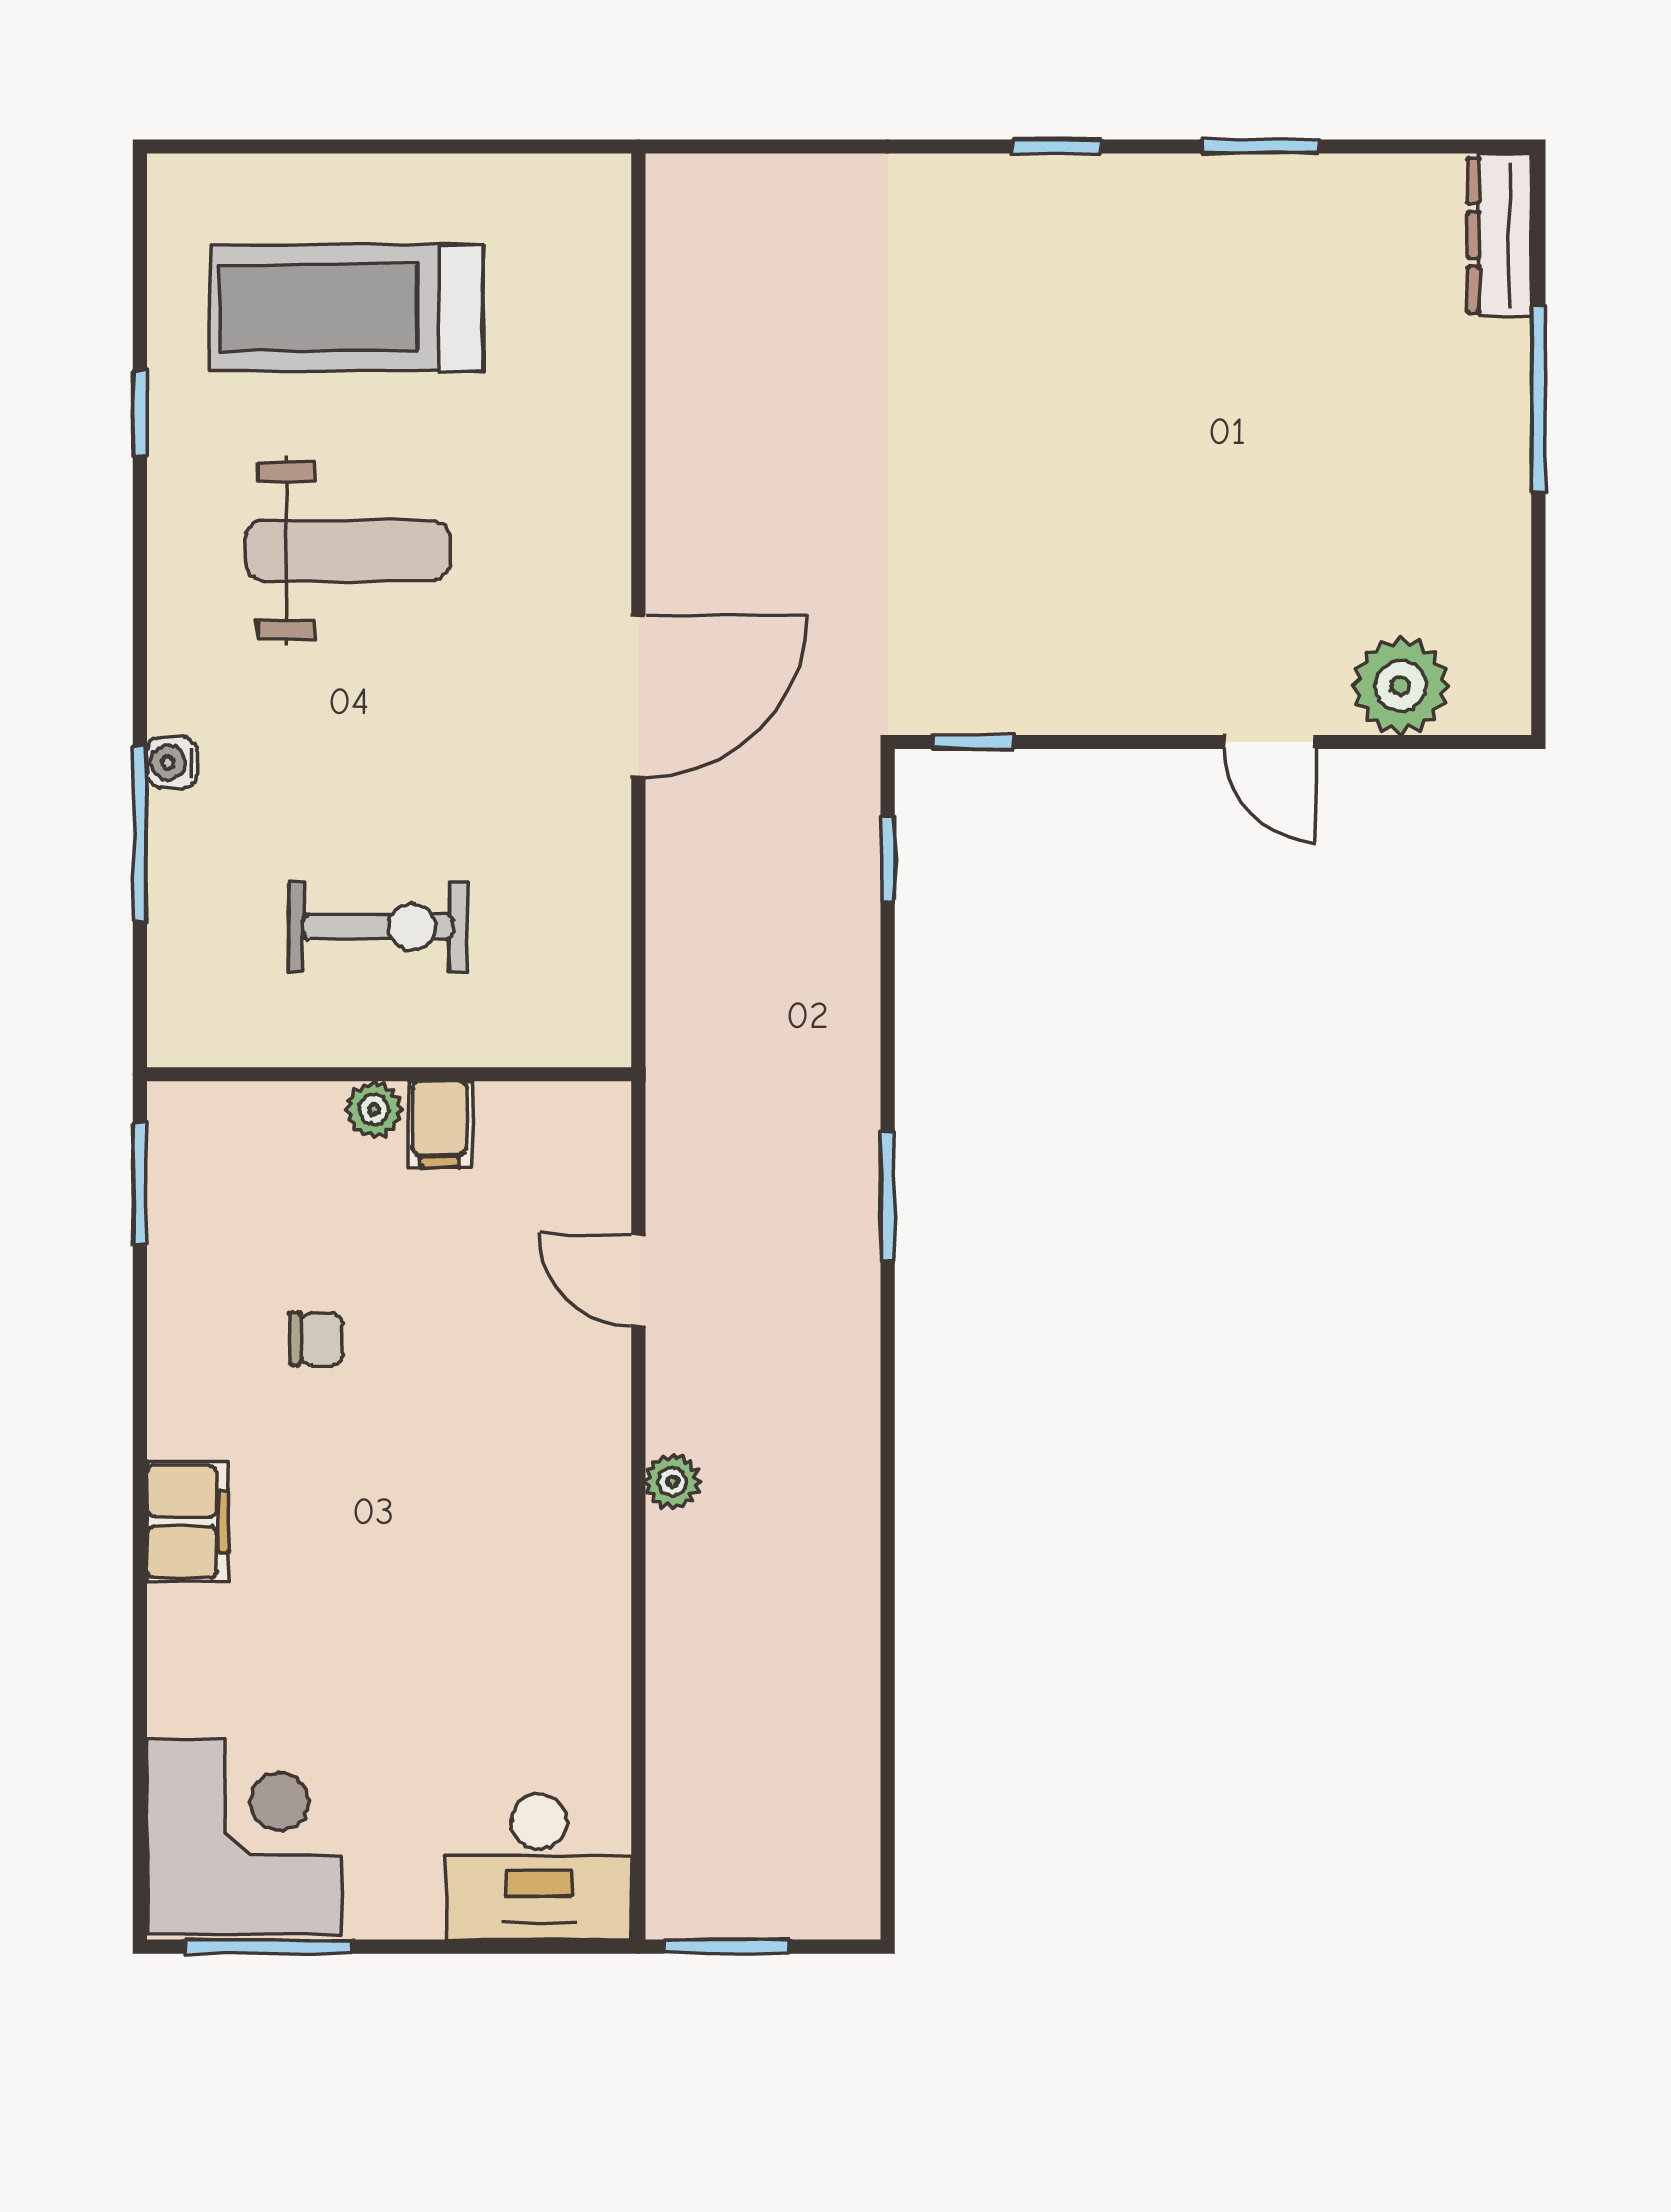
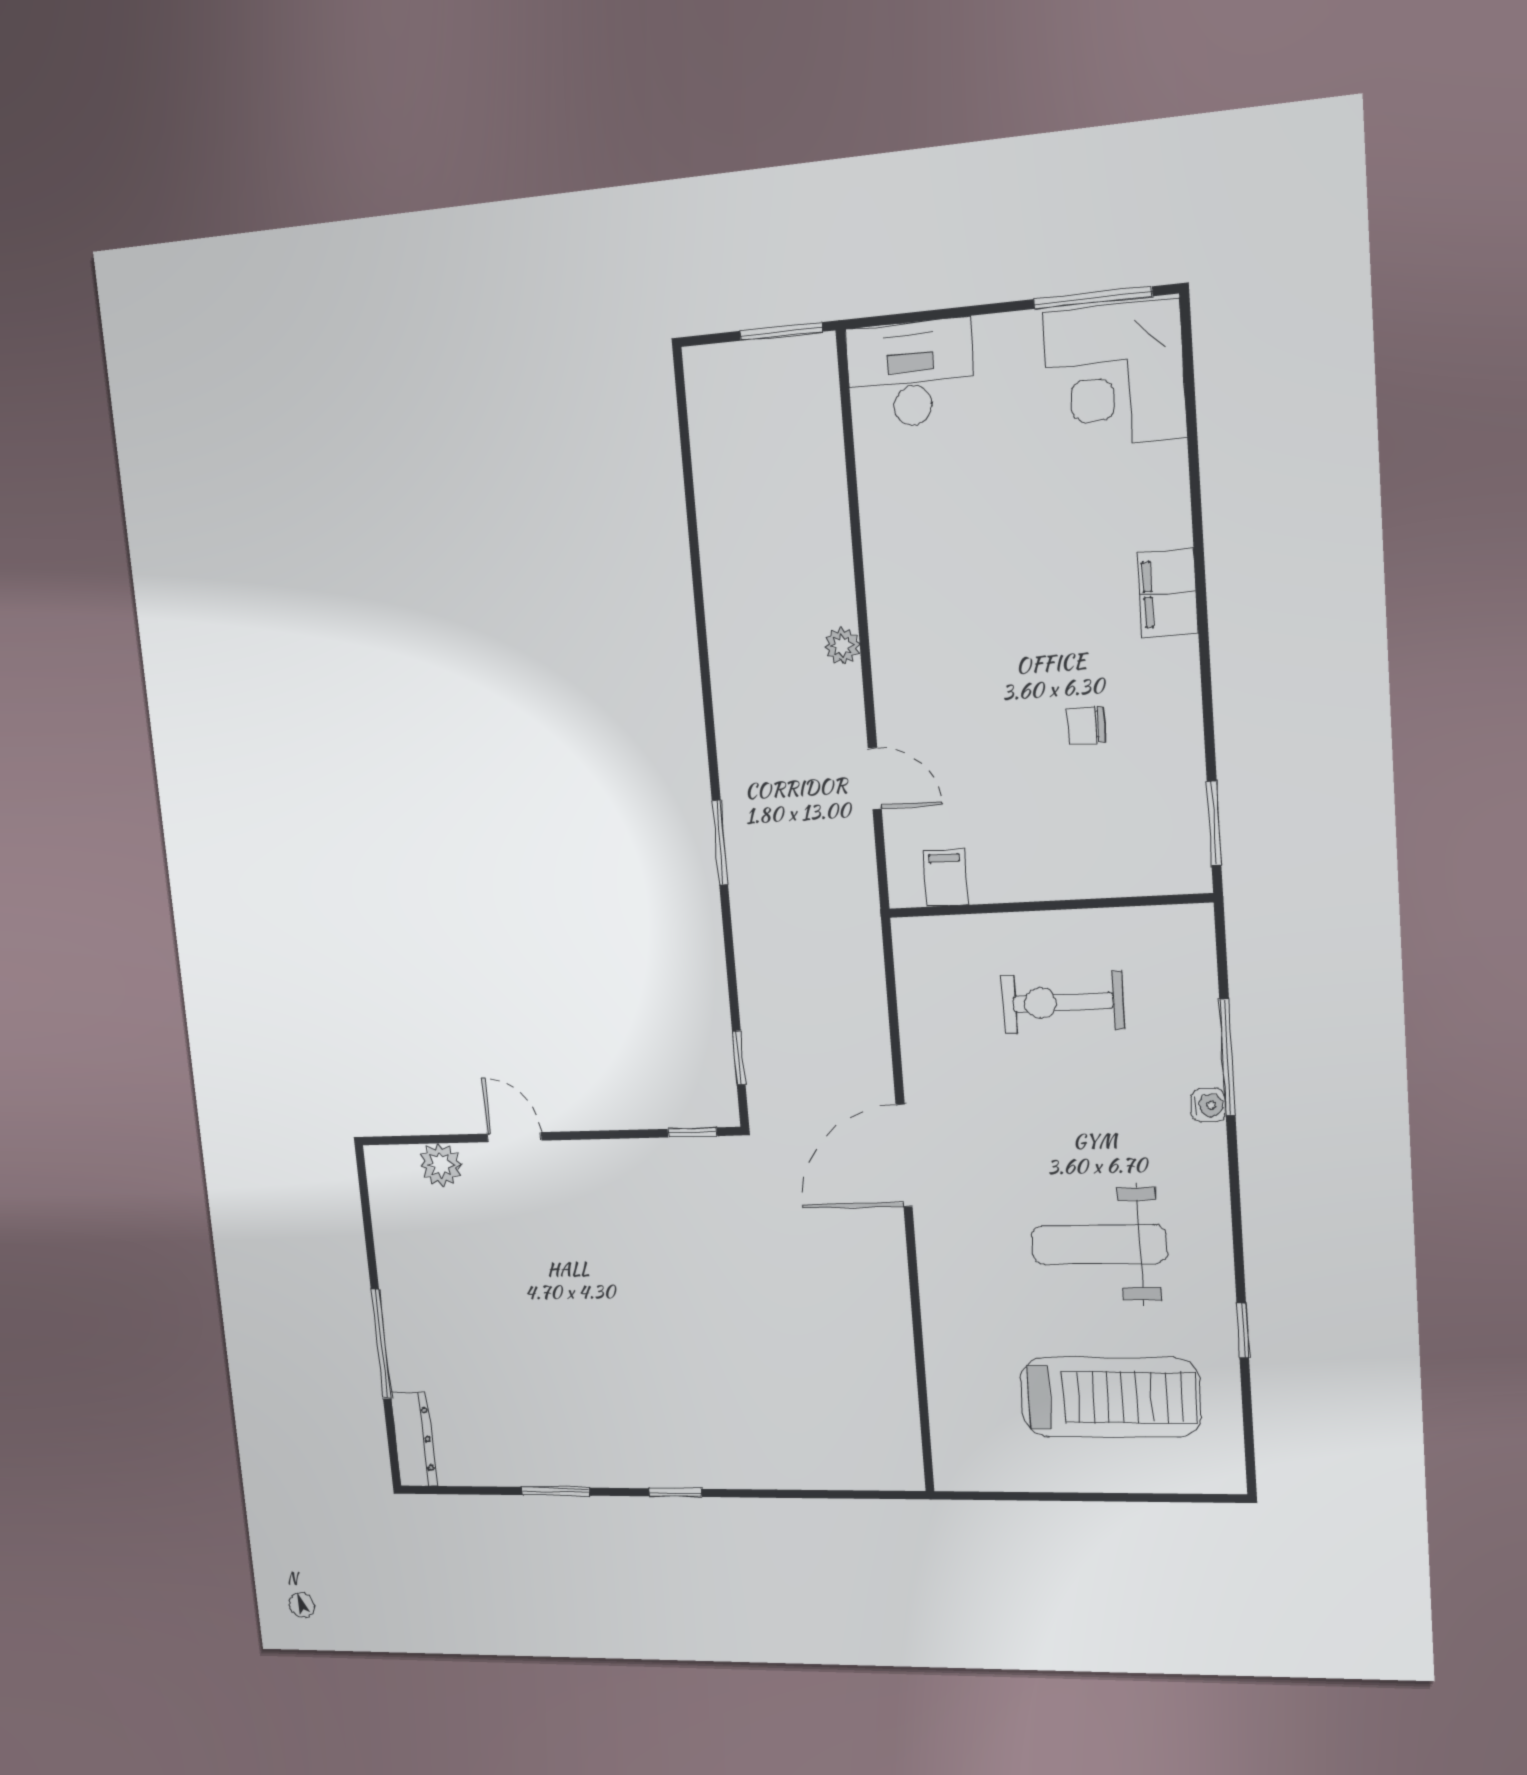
plant: (1400, 686) -> (441, 1165), width x0.73, depth x0.73
plant: (374, 1109) -> (1058, 882), removed
filing cabinet: (440, 1124) -> (946, 878), moved

